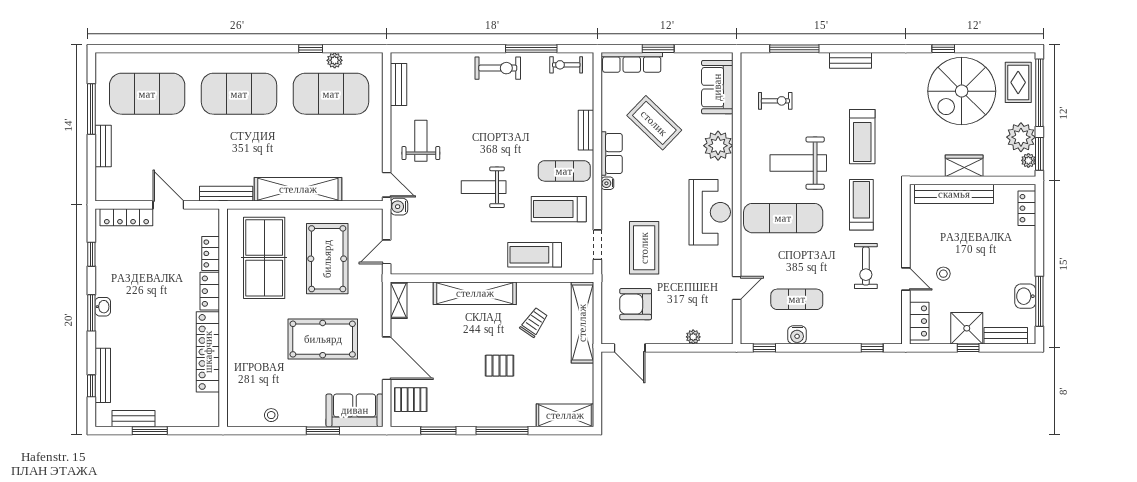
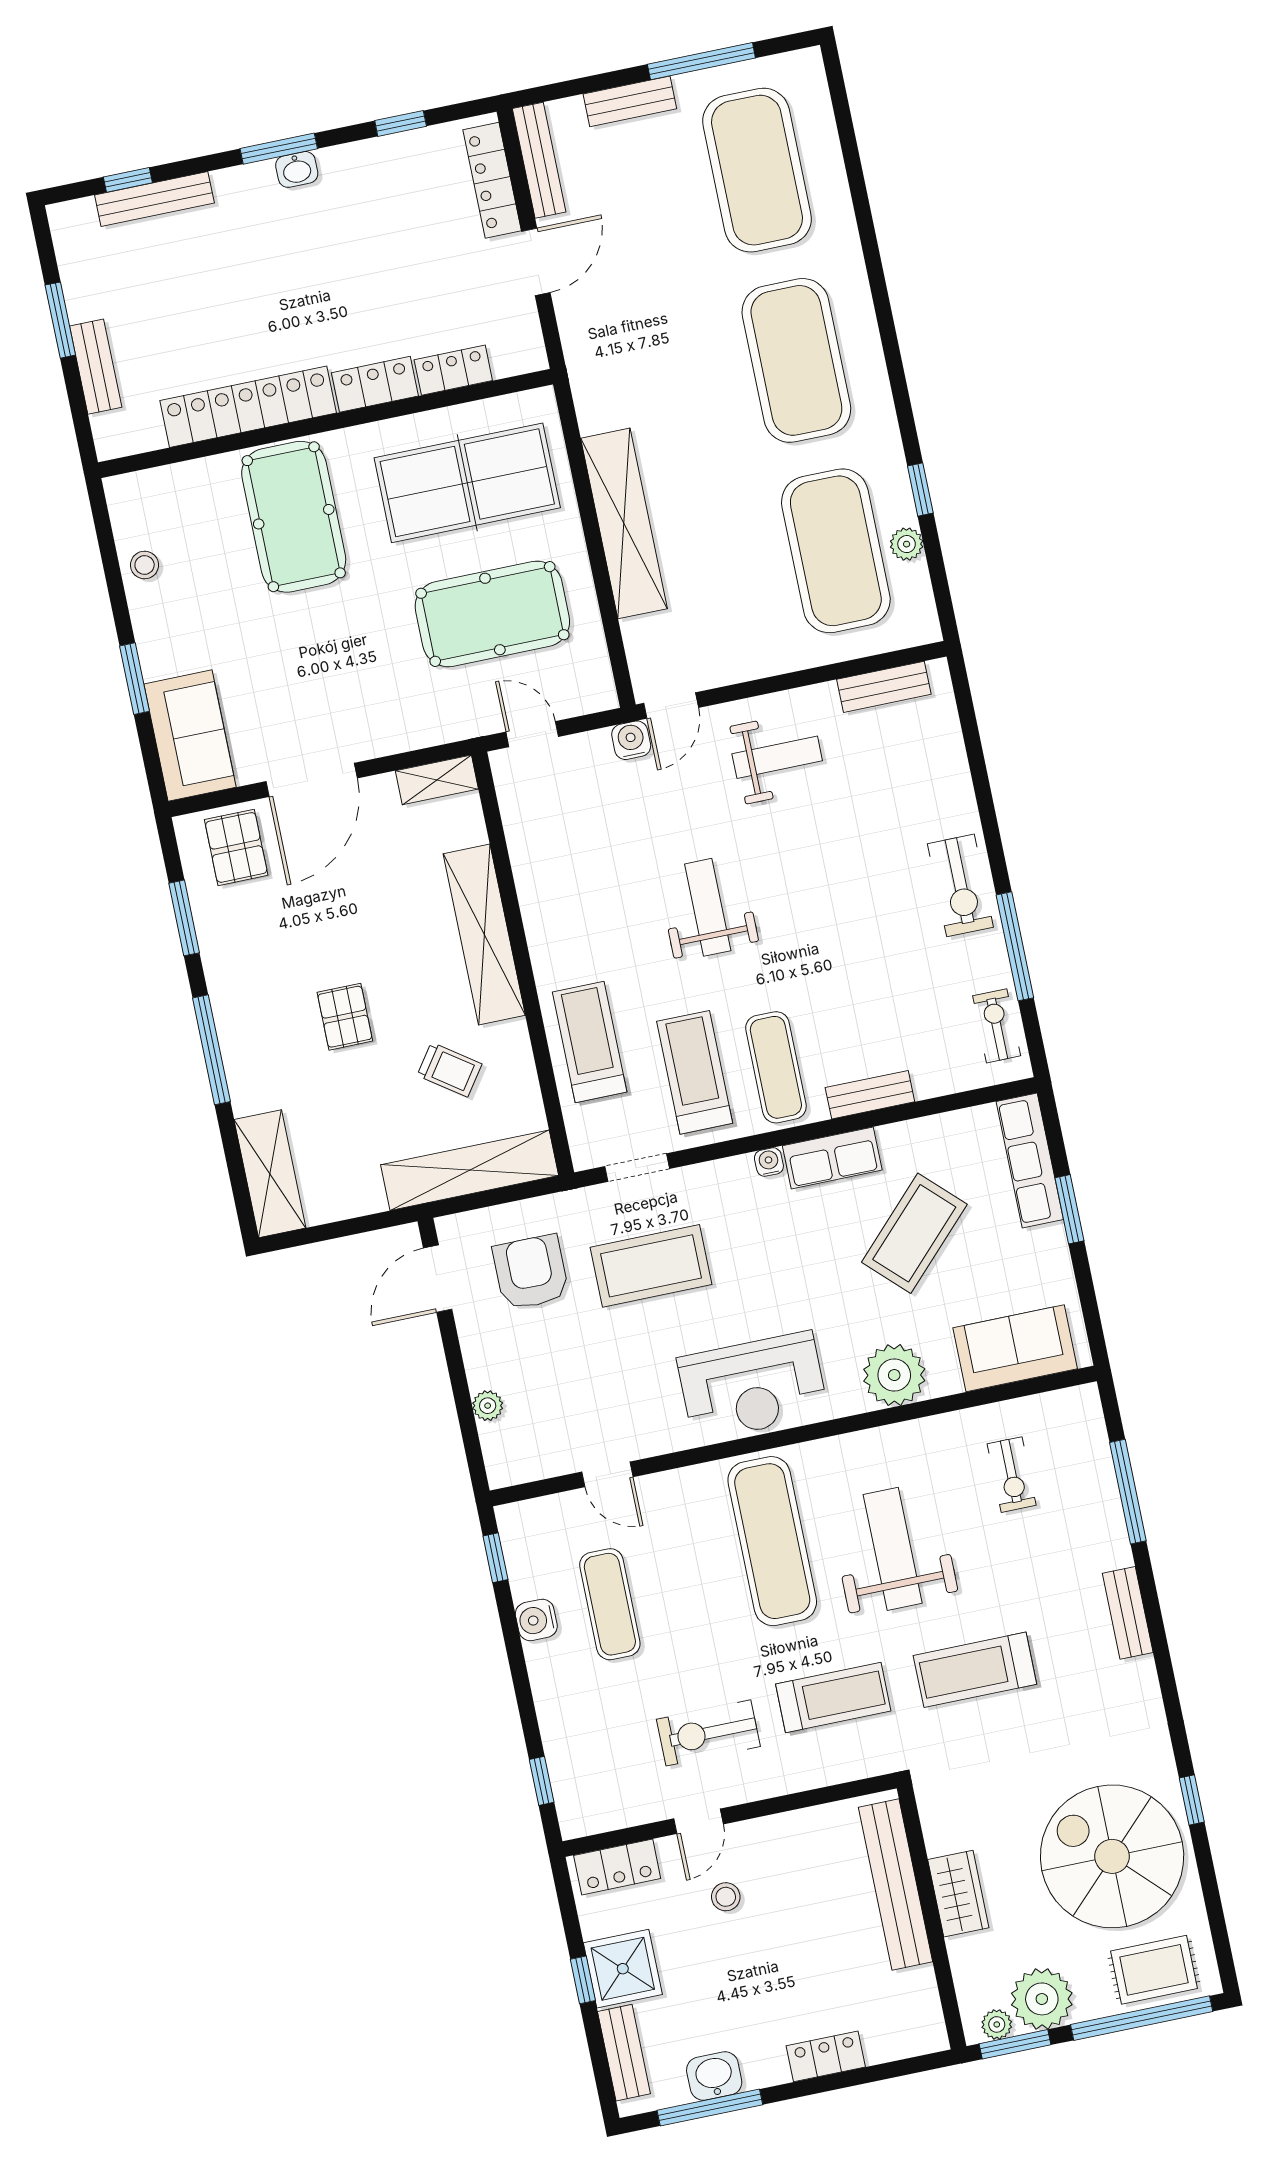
bench: (226, 194) -> (539, 160), moved
locker: (1027, 208) -> (826, 2056), moved
pool table: (323, 339) -> (294, 517), moved
bench: (133, 419) -> (96, 367), moved

